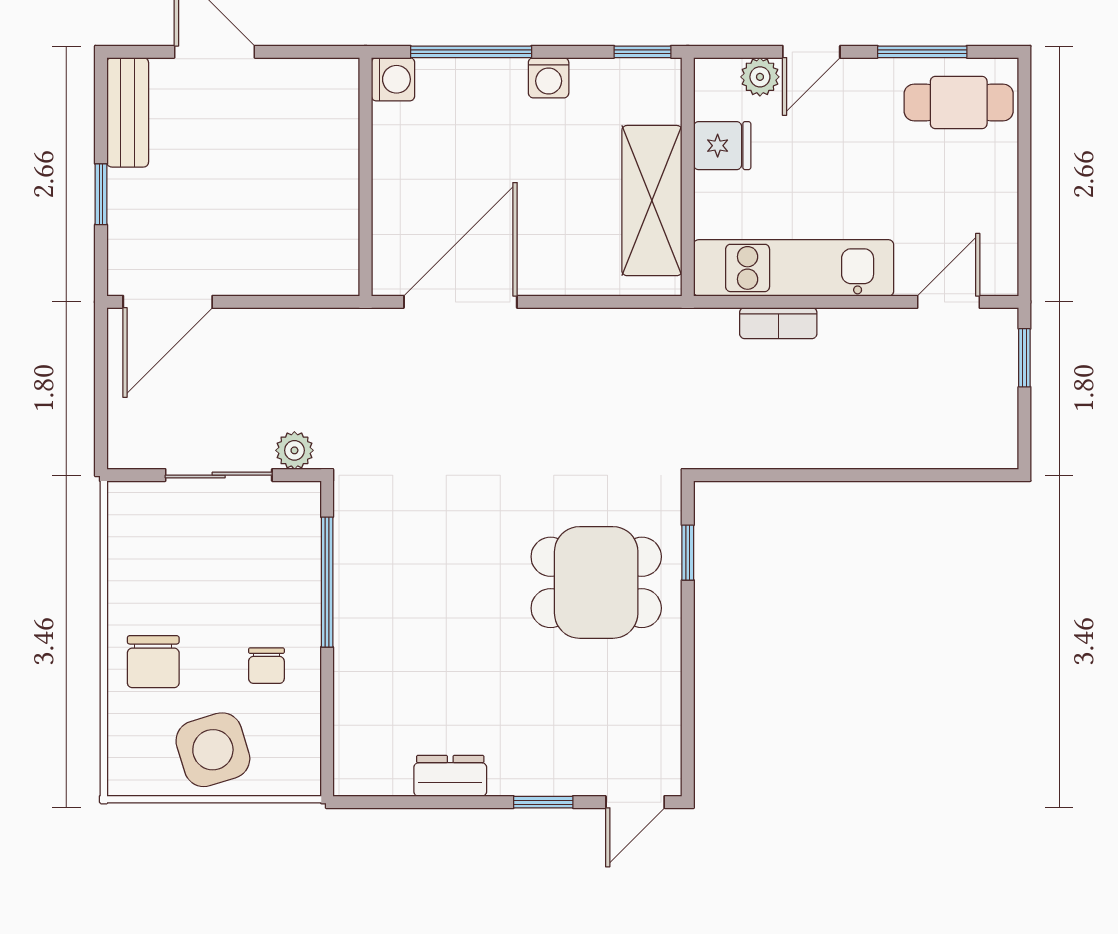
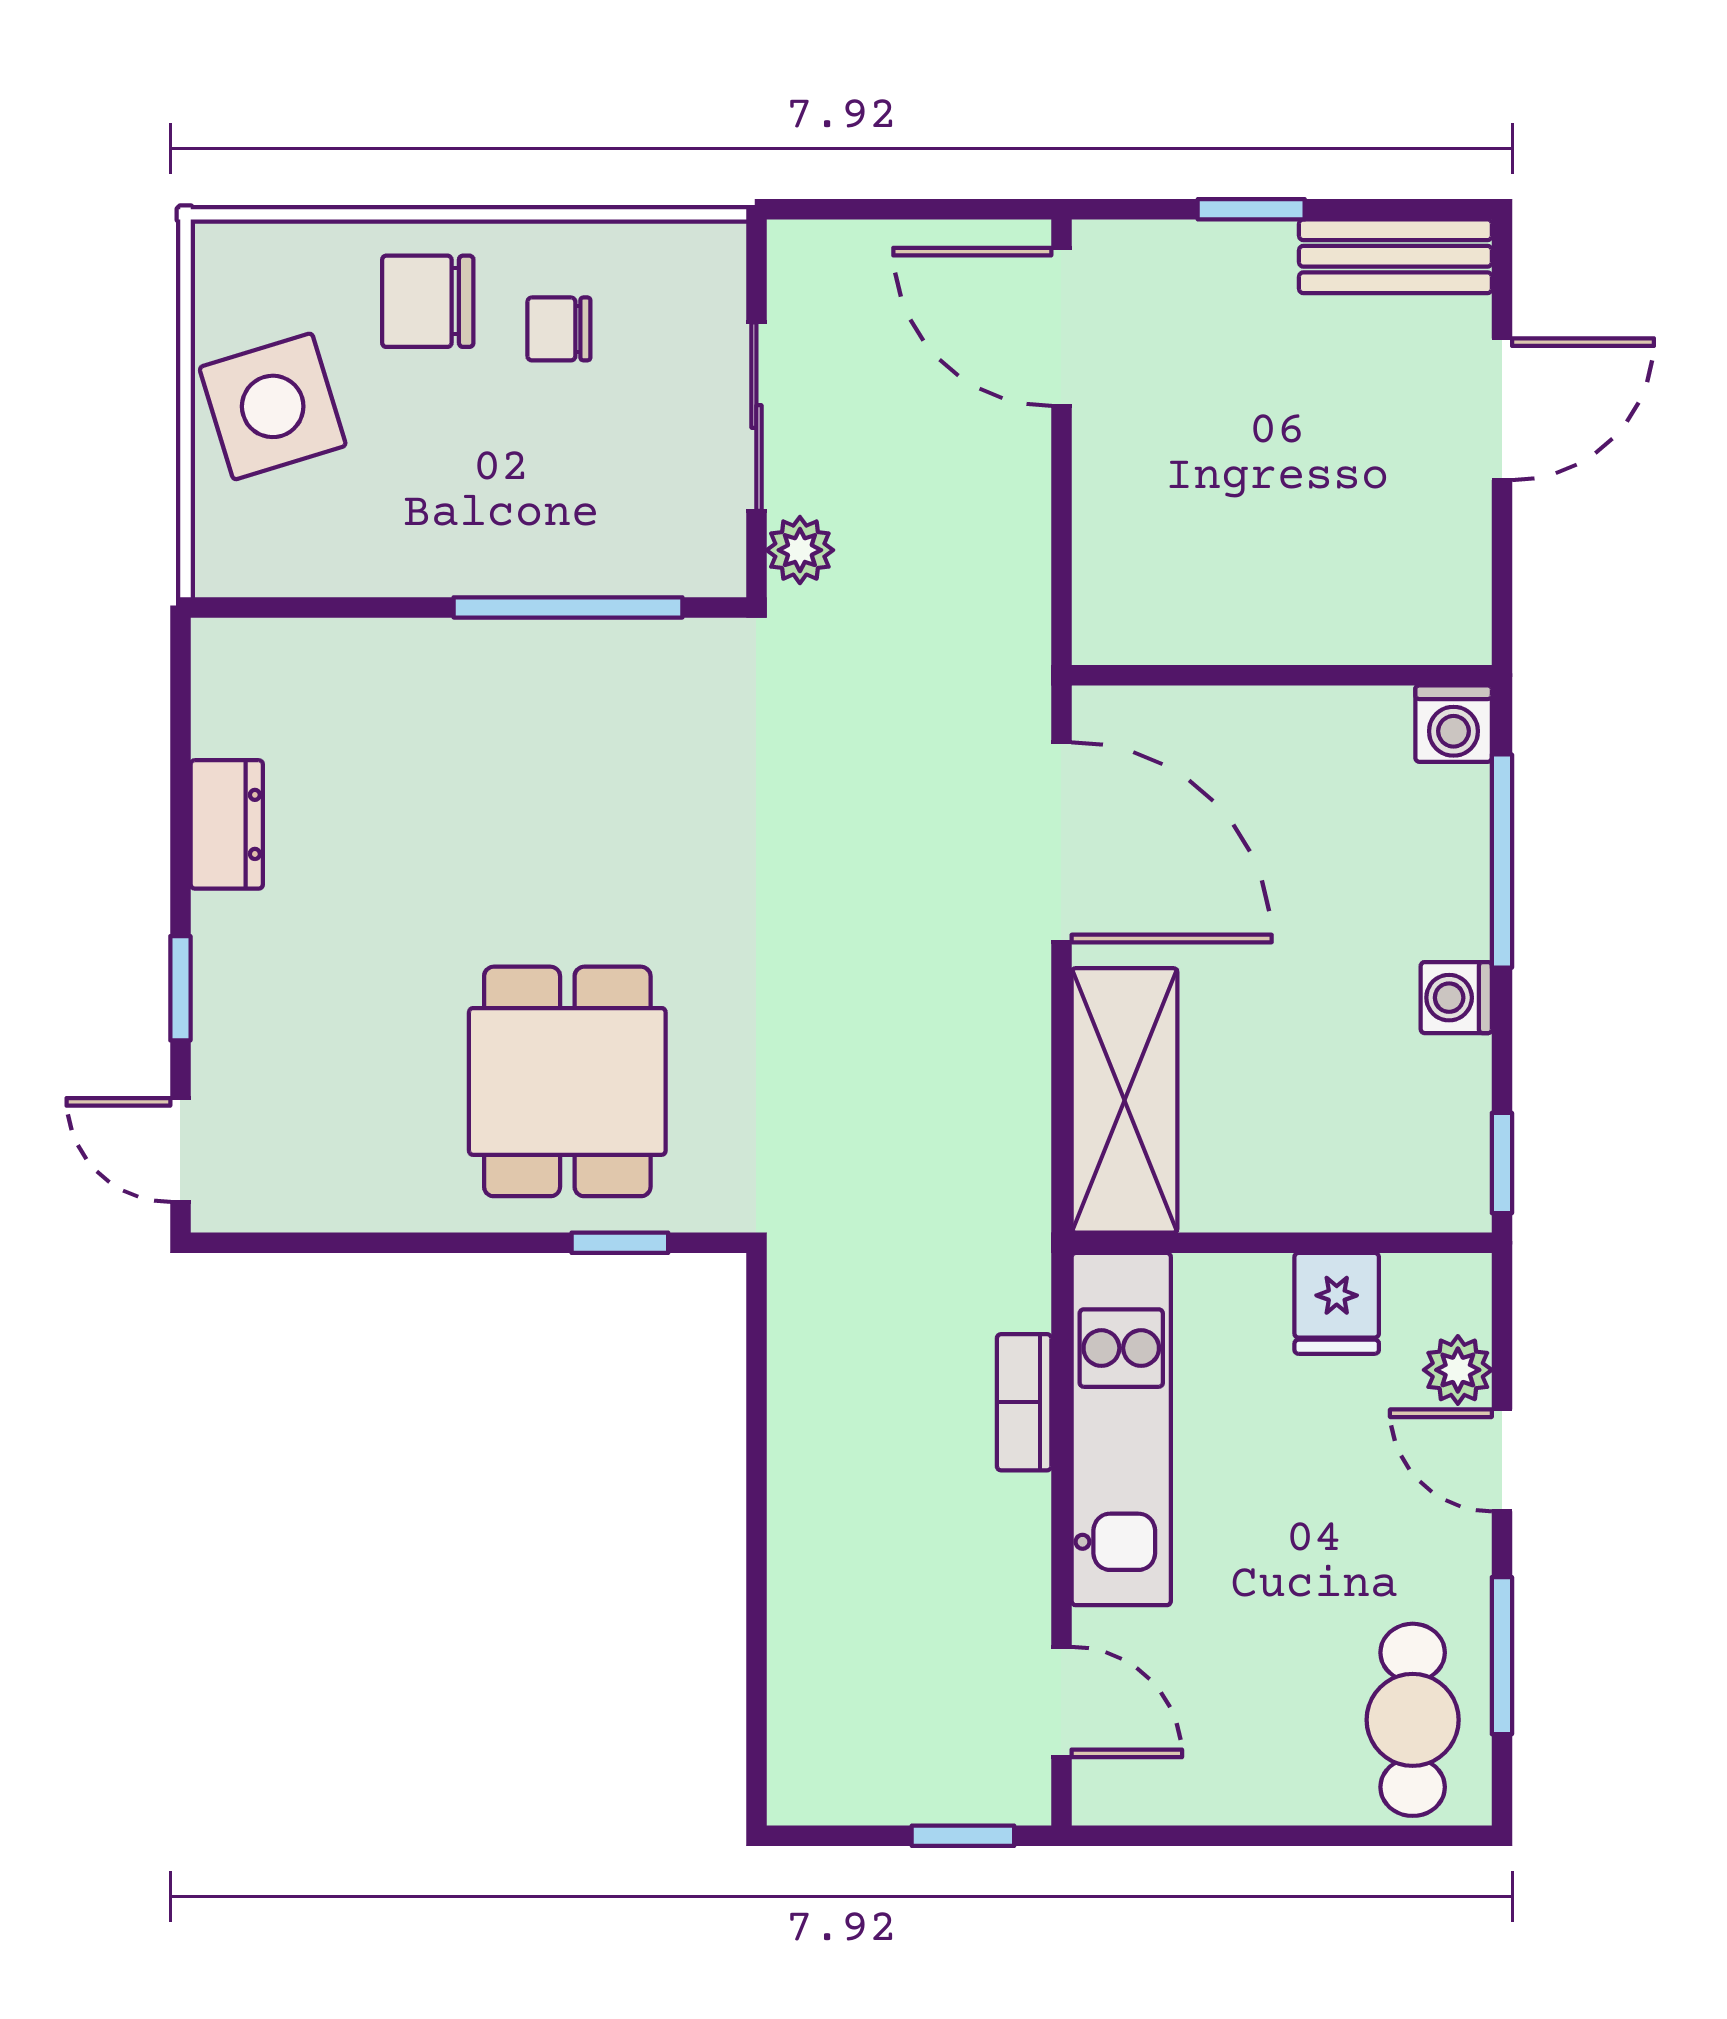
shelving: (652, 201) -> (1124, 1100), moved, turned 90
chair: (266, 666) -> (559, 329), moved

